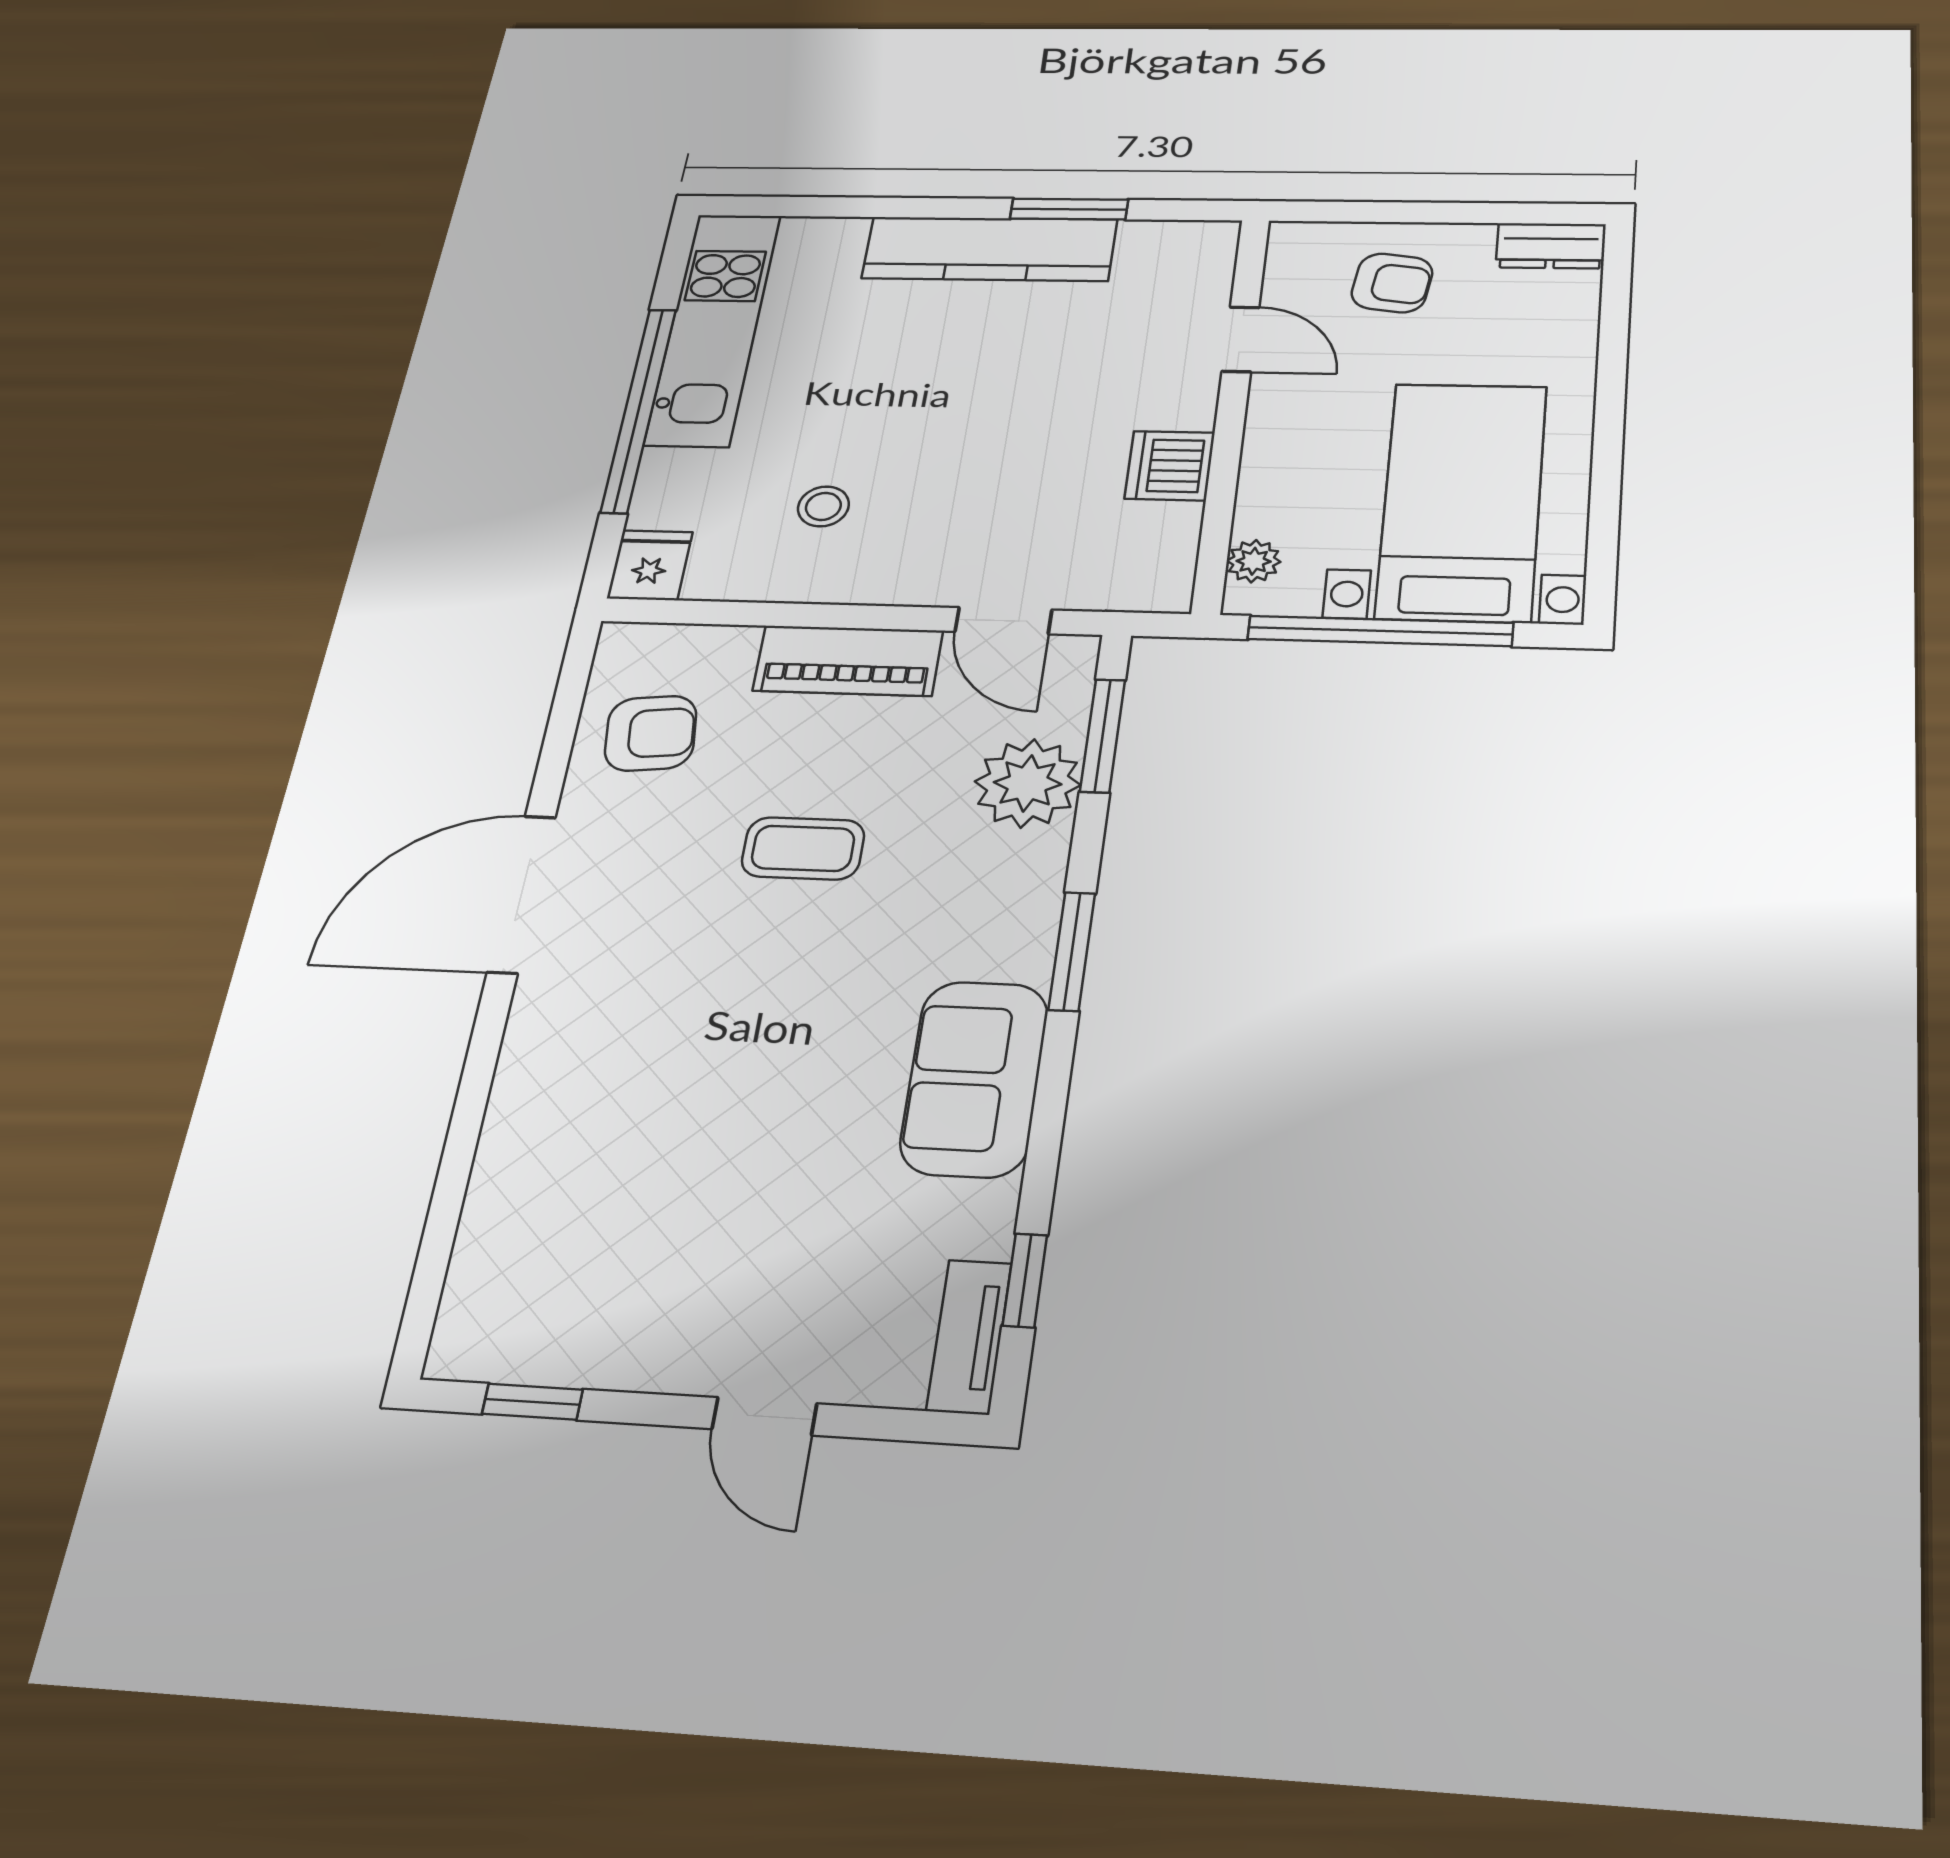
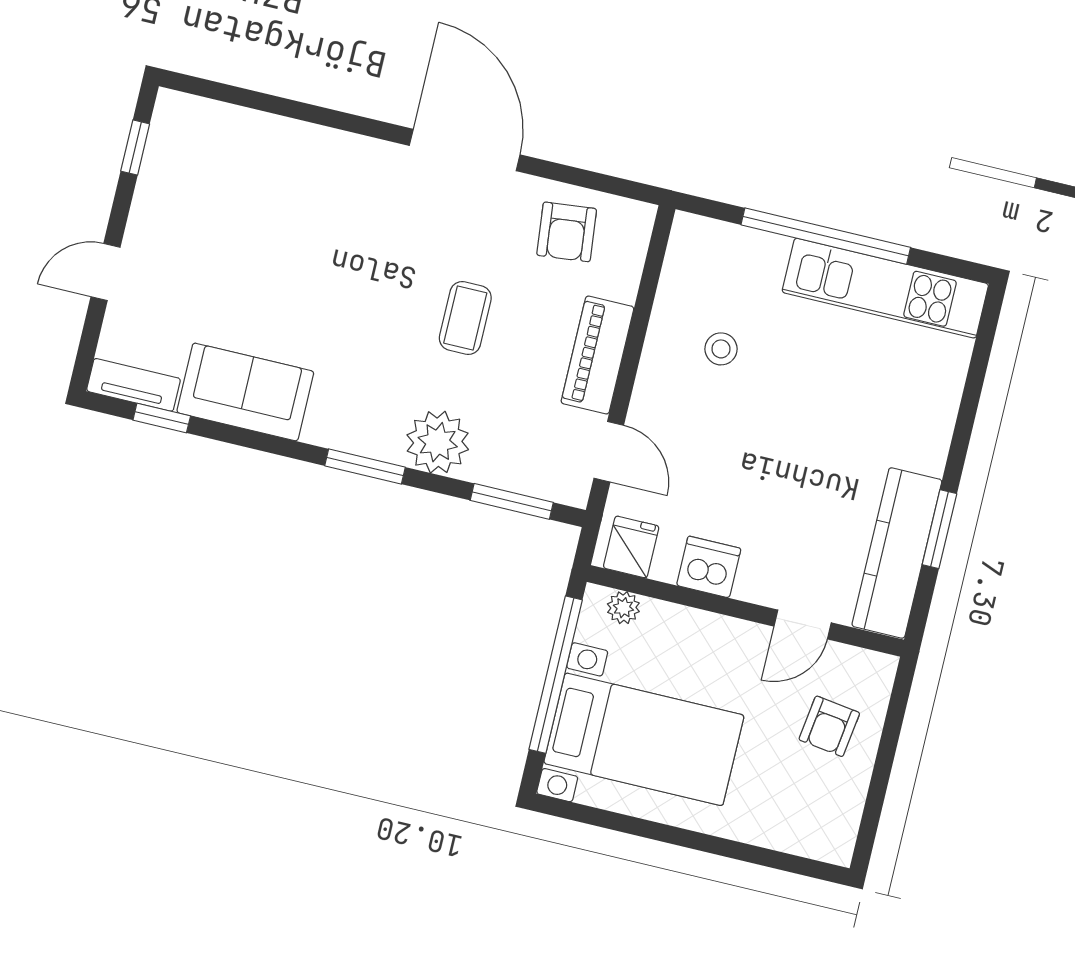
dresser: (1551, 246) -> (839, 831), removed
kitchen counter: (990, 249) -> (897, 553), moved
fridge: (650, 565) -> (631, 547), moved, turned -90
door: (1003, 621) -> (609, 452), swing flipped
plant: (1028, 783) -> (438, 442), moved
sofa: (974, 1078) -> (245, 392), moved

